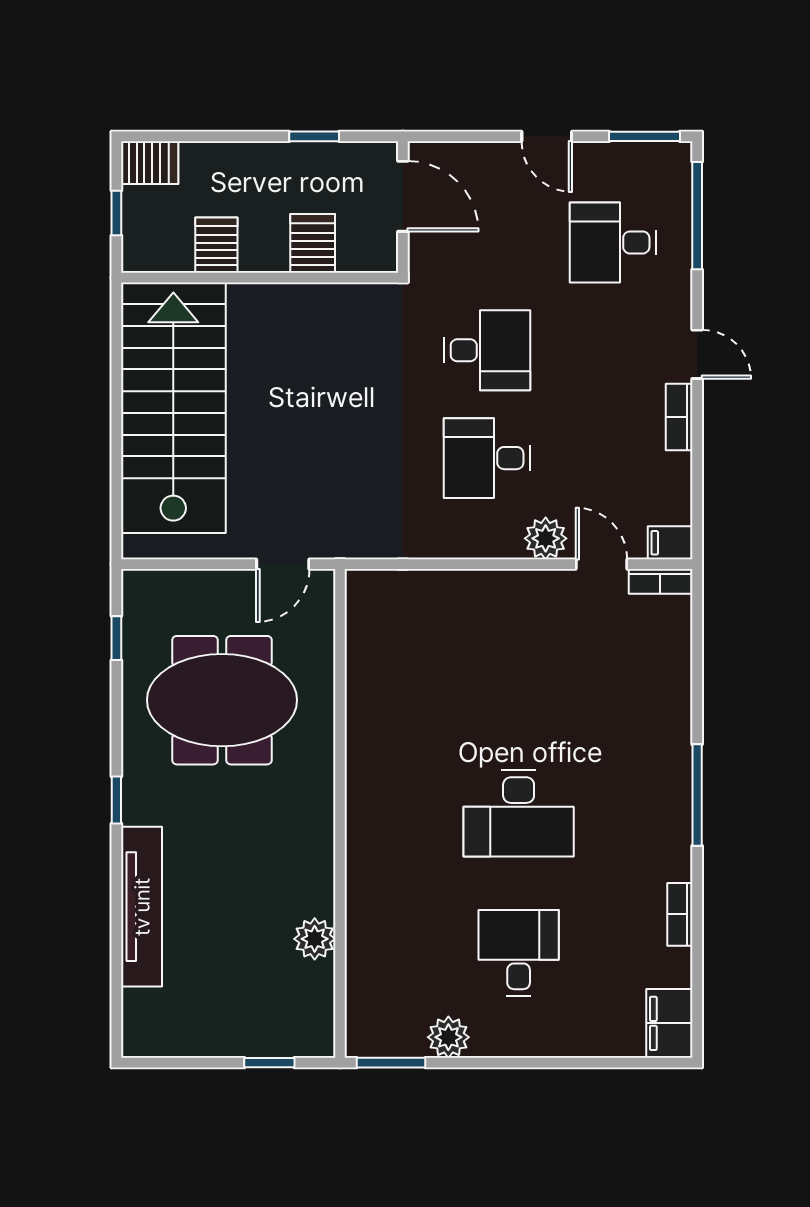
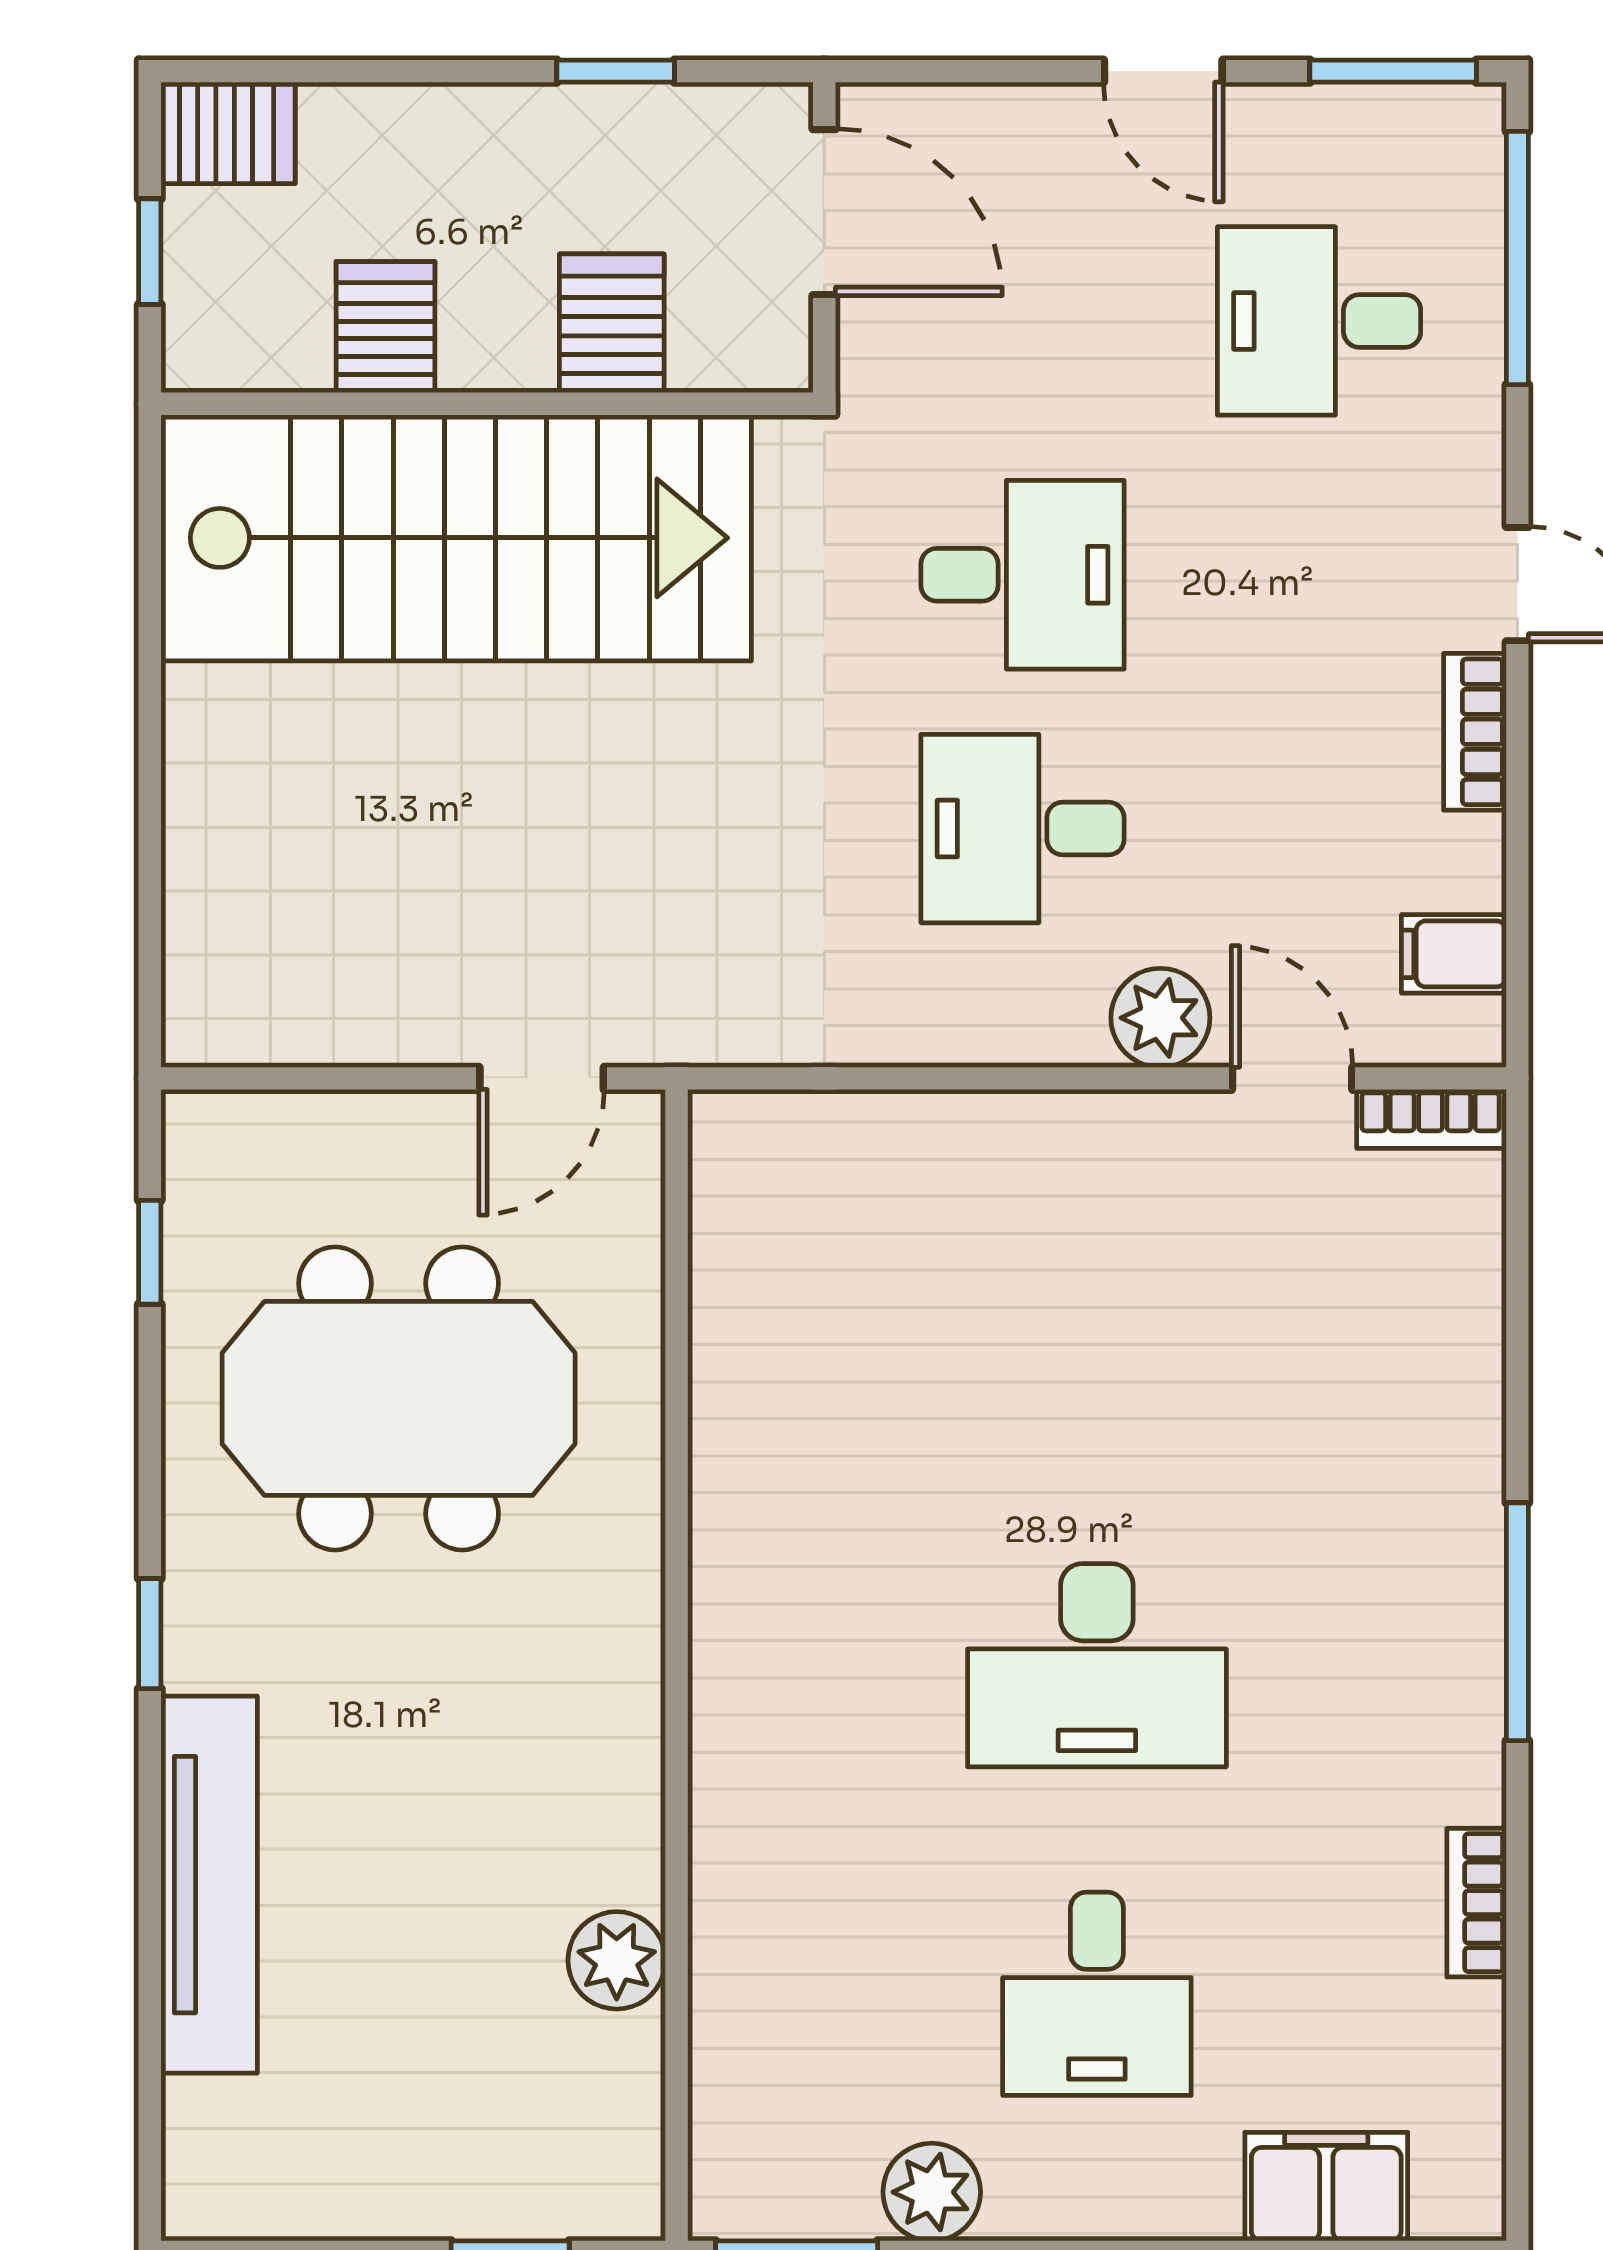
stairs: (173, 408) -> (456, 538), moved, turned 90
filing cabinet: (670, 543) -> (1454, 954), moved
desk: (519, 953) -> (1097, 1994), turned 180
filing cabinet: (669, 1023) -> (1326, 2187), moved, turned 90

